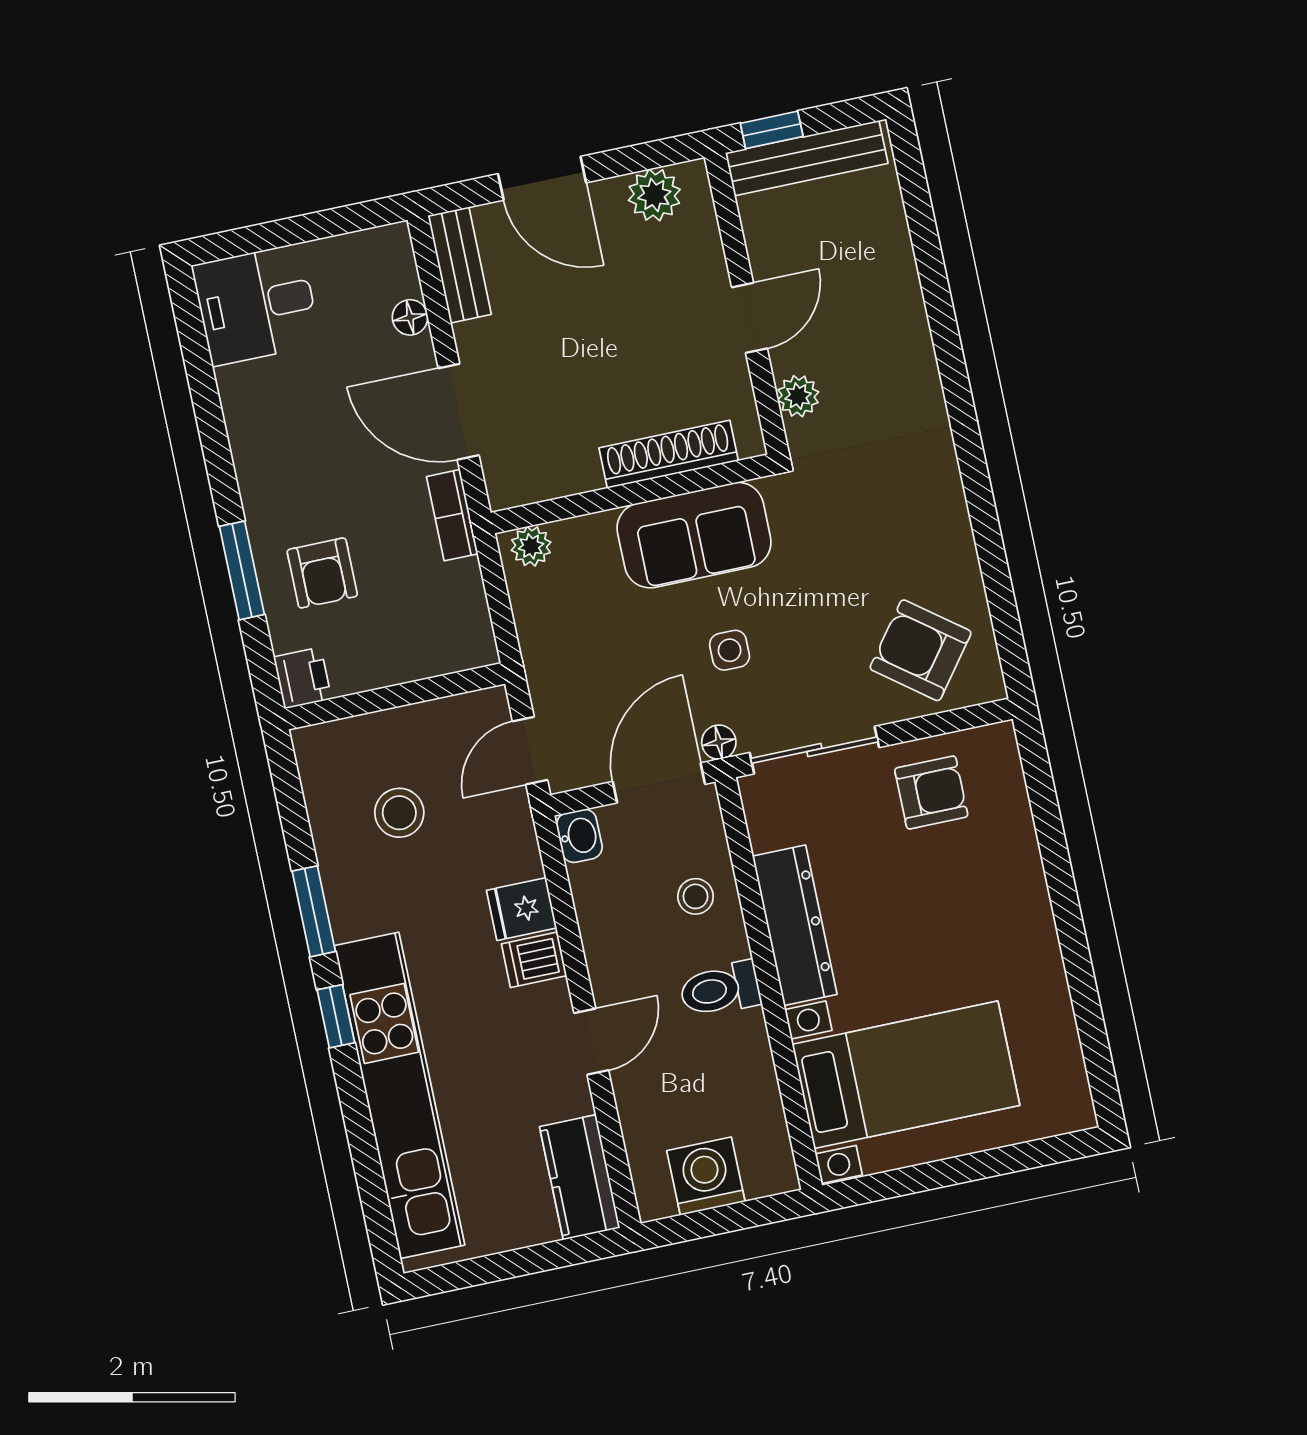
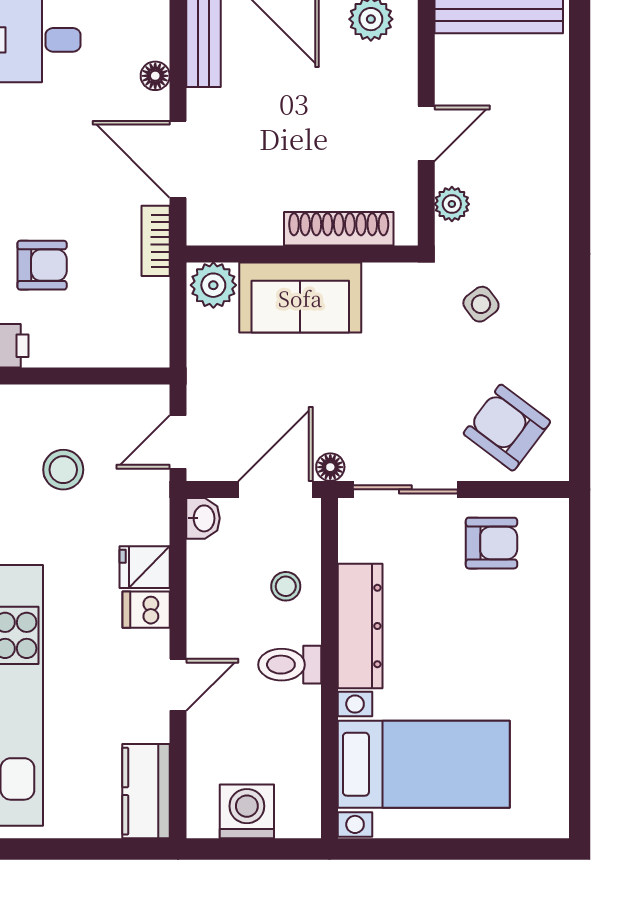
sofa: (694, 535) -> (300, 298), moved
plant: (531, 546) -> (213, 285), width x1.38, depth x1.38
armchair: (322, 573) -> (42, 265), turned -90
side table: (730, 650) -> (481, 304), moved, turned -37

